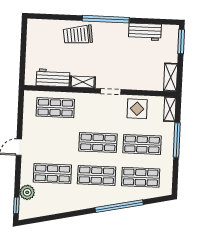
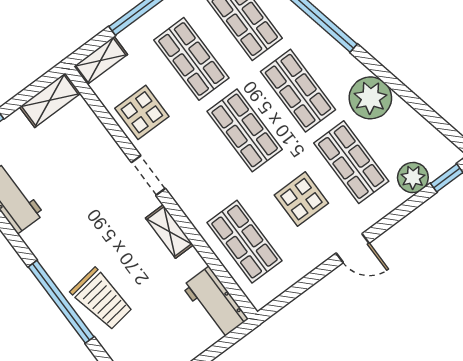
window: (106, 19) -> (61, 302), moved
workbench: (53, 78) -> (215, 303), moved
display table: (54, 143) -> (301, 199), added
plant: (71, 201) -> (370, 98), added

